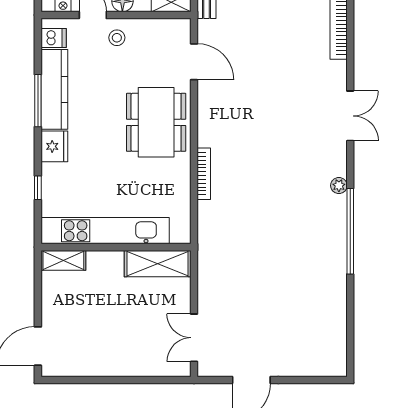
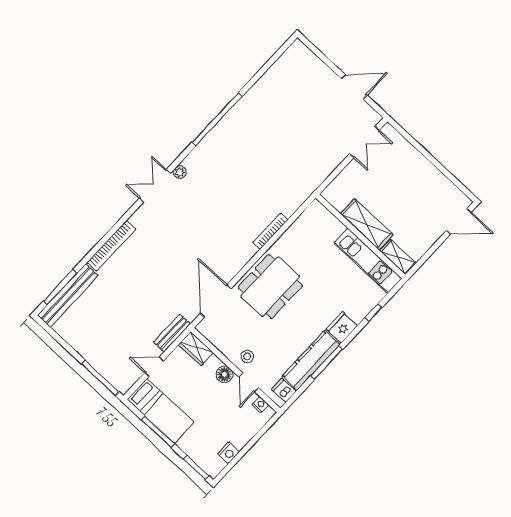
door: (194, 62) -> (216, 301), width x1.36
plant: (339, 186) -> (180, 172), moved
kitchen unit: (105, 231) -> (368, 261), width x0.73
shelving: (158, 264) -> (367, 224), moved

